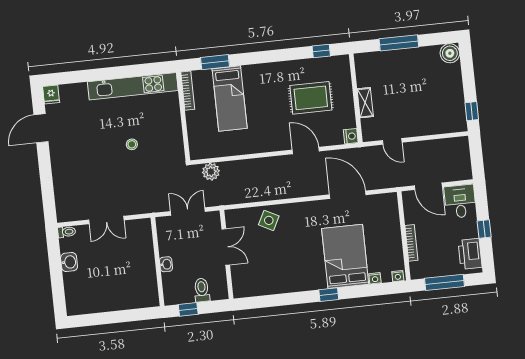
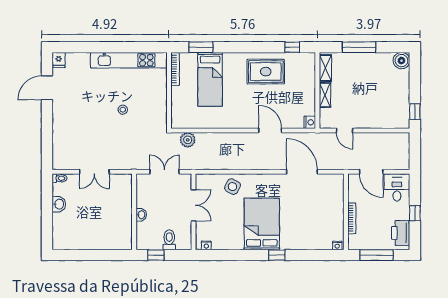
shelving: (362, 71) -> (325, 68), added
rug: (311, 98) -> (266, 72), moved
bed: (345, 256) -> (262, 224), moved
nightstand: (375, 278) -> (206, 245), moved

